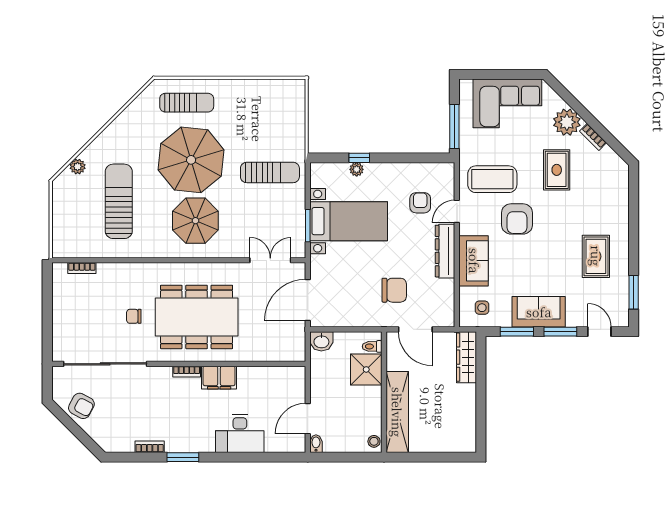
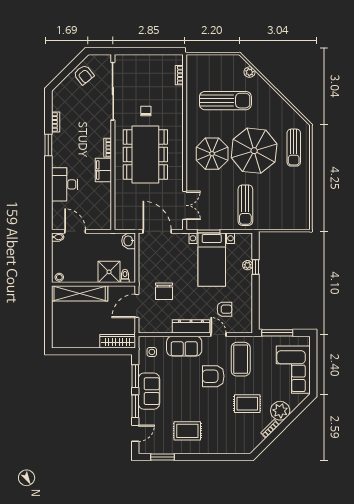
armchair: (81, 406) -> (84, 75), turned -67

